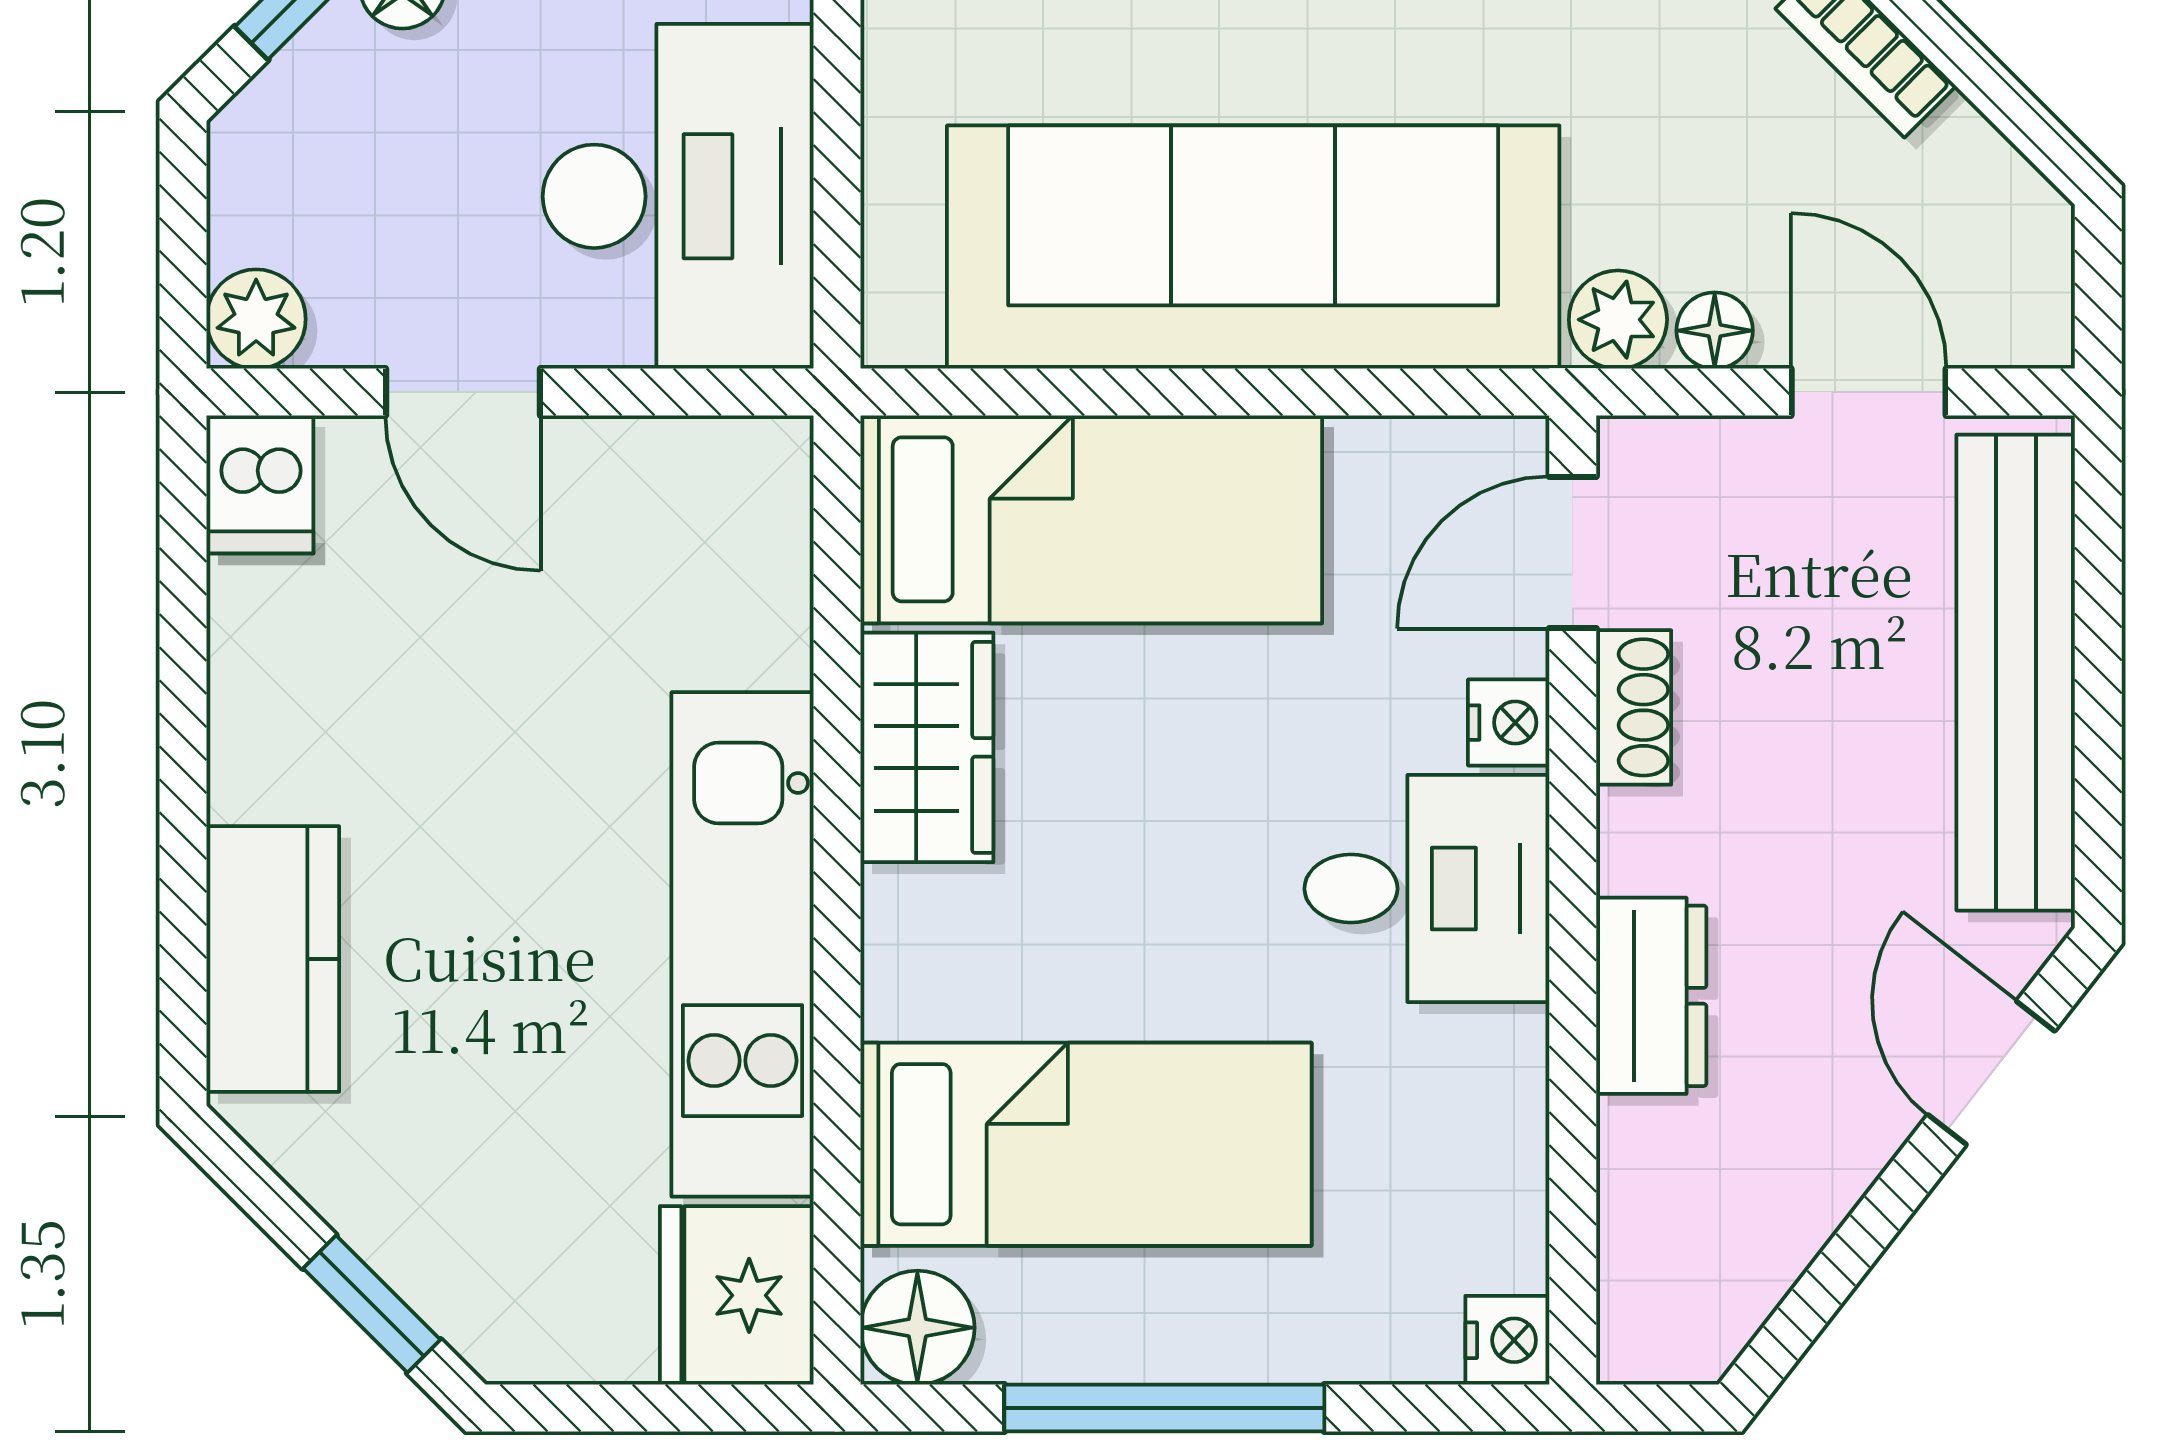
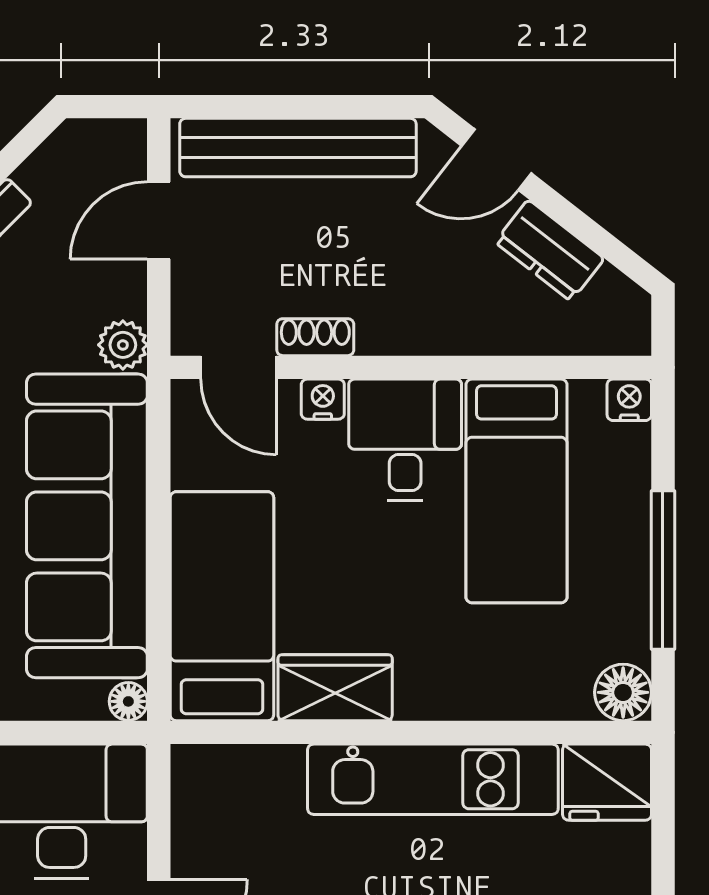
floor lamp: (1715, 331) -> (128, 701), moved
dresser: (1651, 996) -> (550, 250), moved, turned -142
bed: (1086, 1144) -> (516, 491), moved, turned 180

